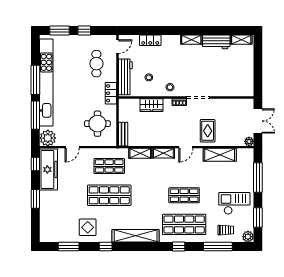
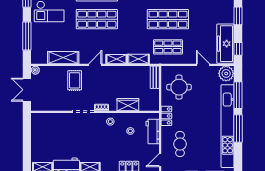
workbench: (125, 77) -> (153, 131), width x0.73
door: (72, 147) -> (203, 65), hinge flipped
shop shelf: (184, 195) -> (97, 19), width x1.43, depth x1.36

